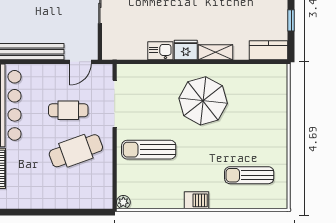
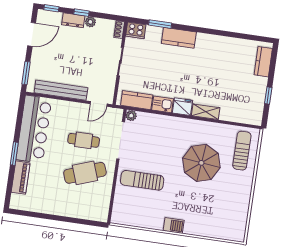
kitchen counter: (269, 50) -> (137, 100), moved
parasol: (203, 101) -> (201, 163), moved
sun lounger: (249, 175) -> (242, 151), moved, turned 90
plant: (123, 202) -> (131, 116), moved

